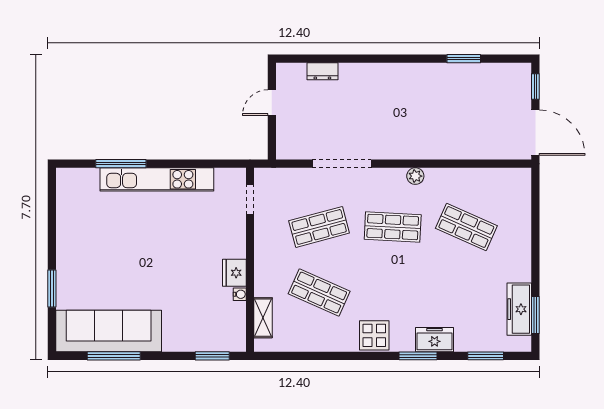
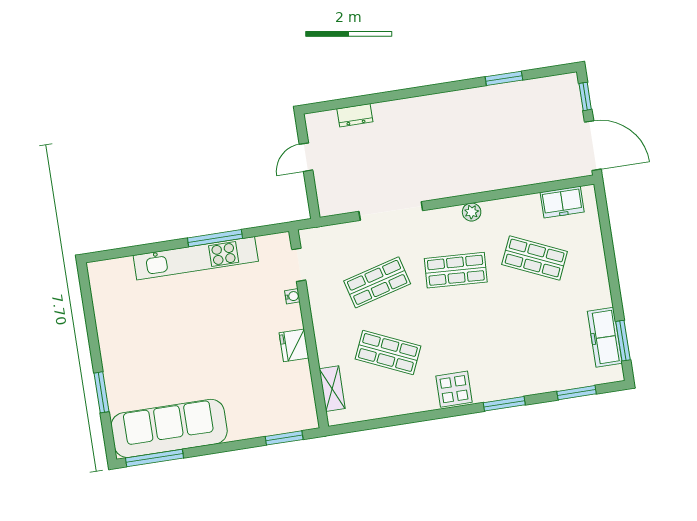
window: (121, 164) -> (215, 238), moved
water cooler: (240, 294) -> (292, 296), moved
freezer: (435, 340) -> (562, 202), moved, turned 180
window: (114, 356) -> (155, 458), moved

